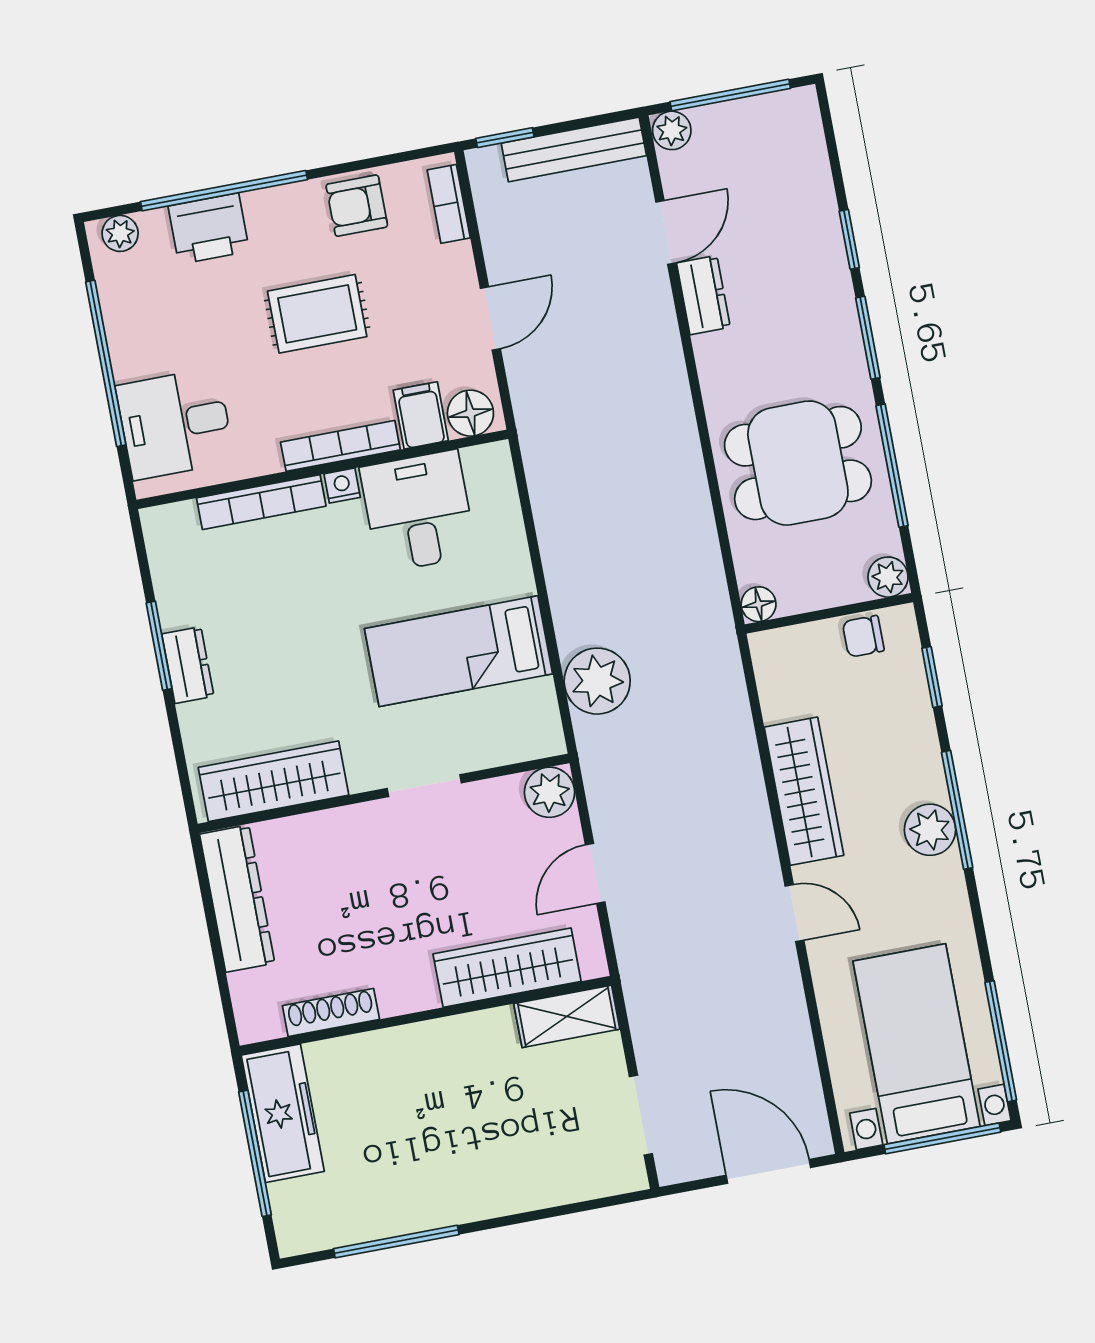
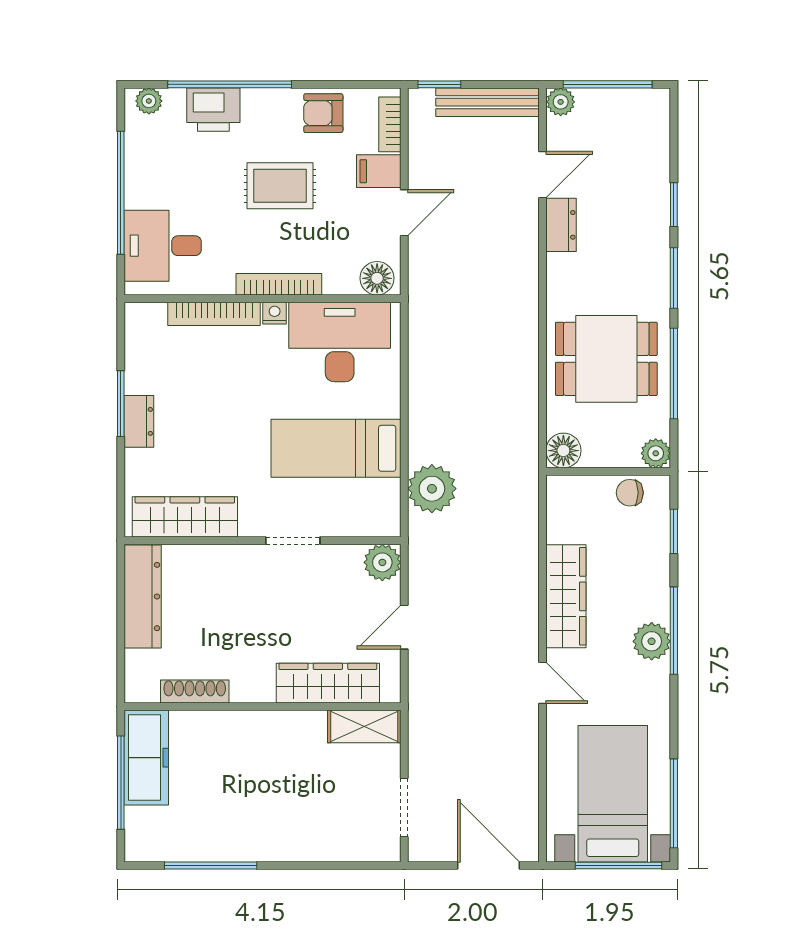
filing cabinet: (421, 415) -> (379, 171), moved, turned -90
desk: (418, 511) -> (340, 342), width x1.37
floor lamp: (759, 604) -> (563, 451), width x1.37, depth x1.37

